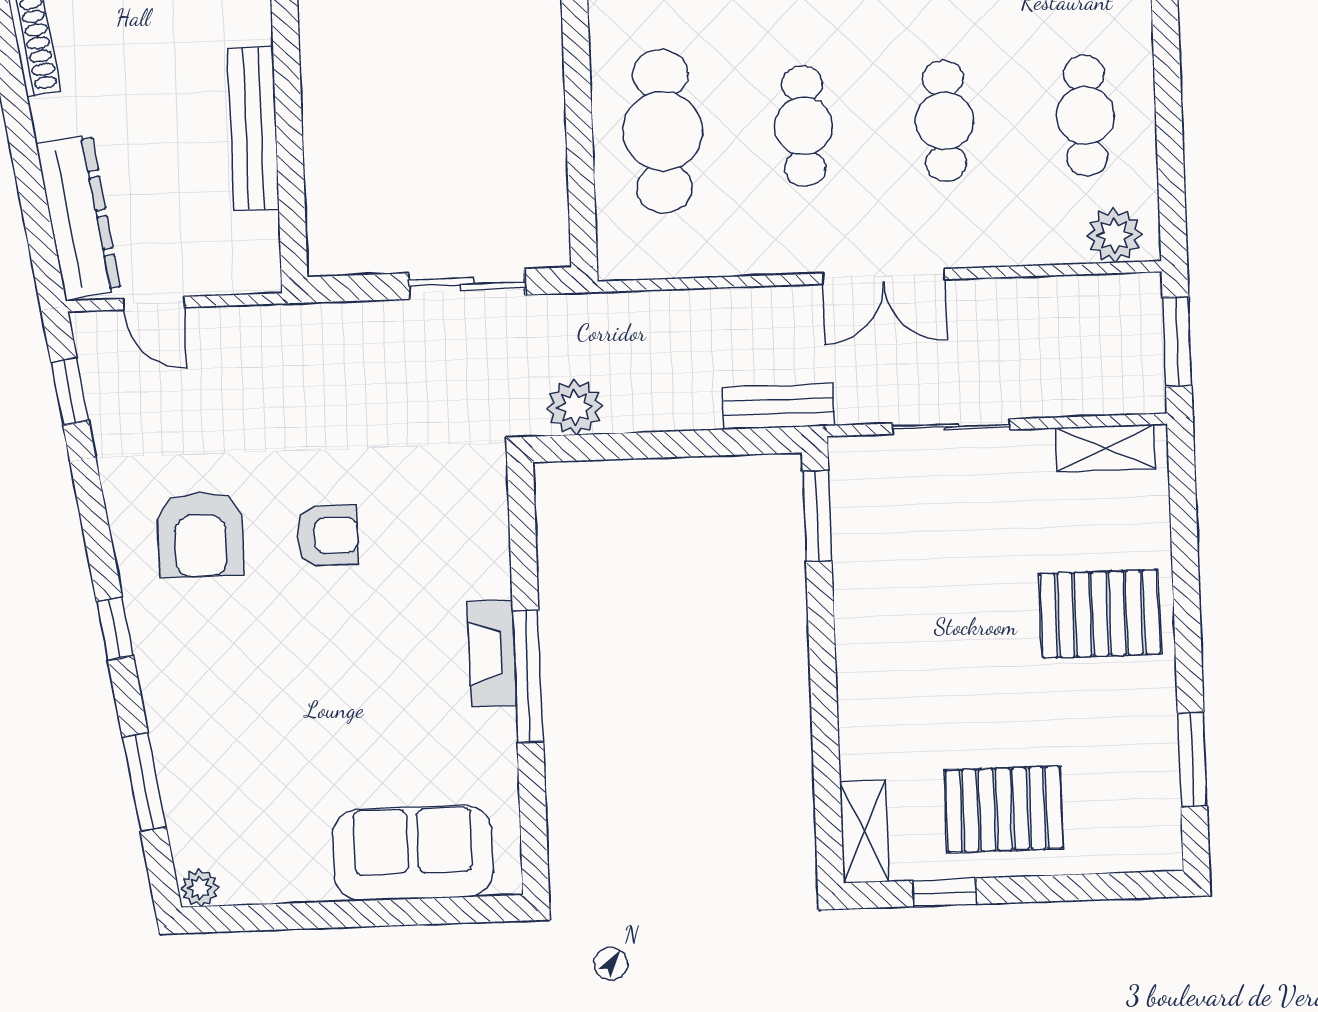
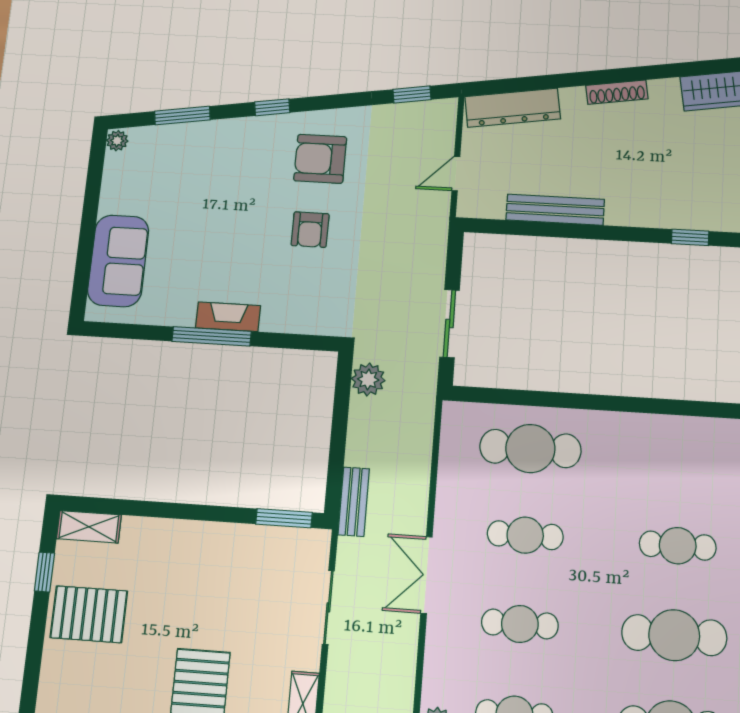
door: (154, 303) -> (456, 174), moved
pallet: (1004, 809) -> (89, 614), turned 90

